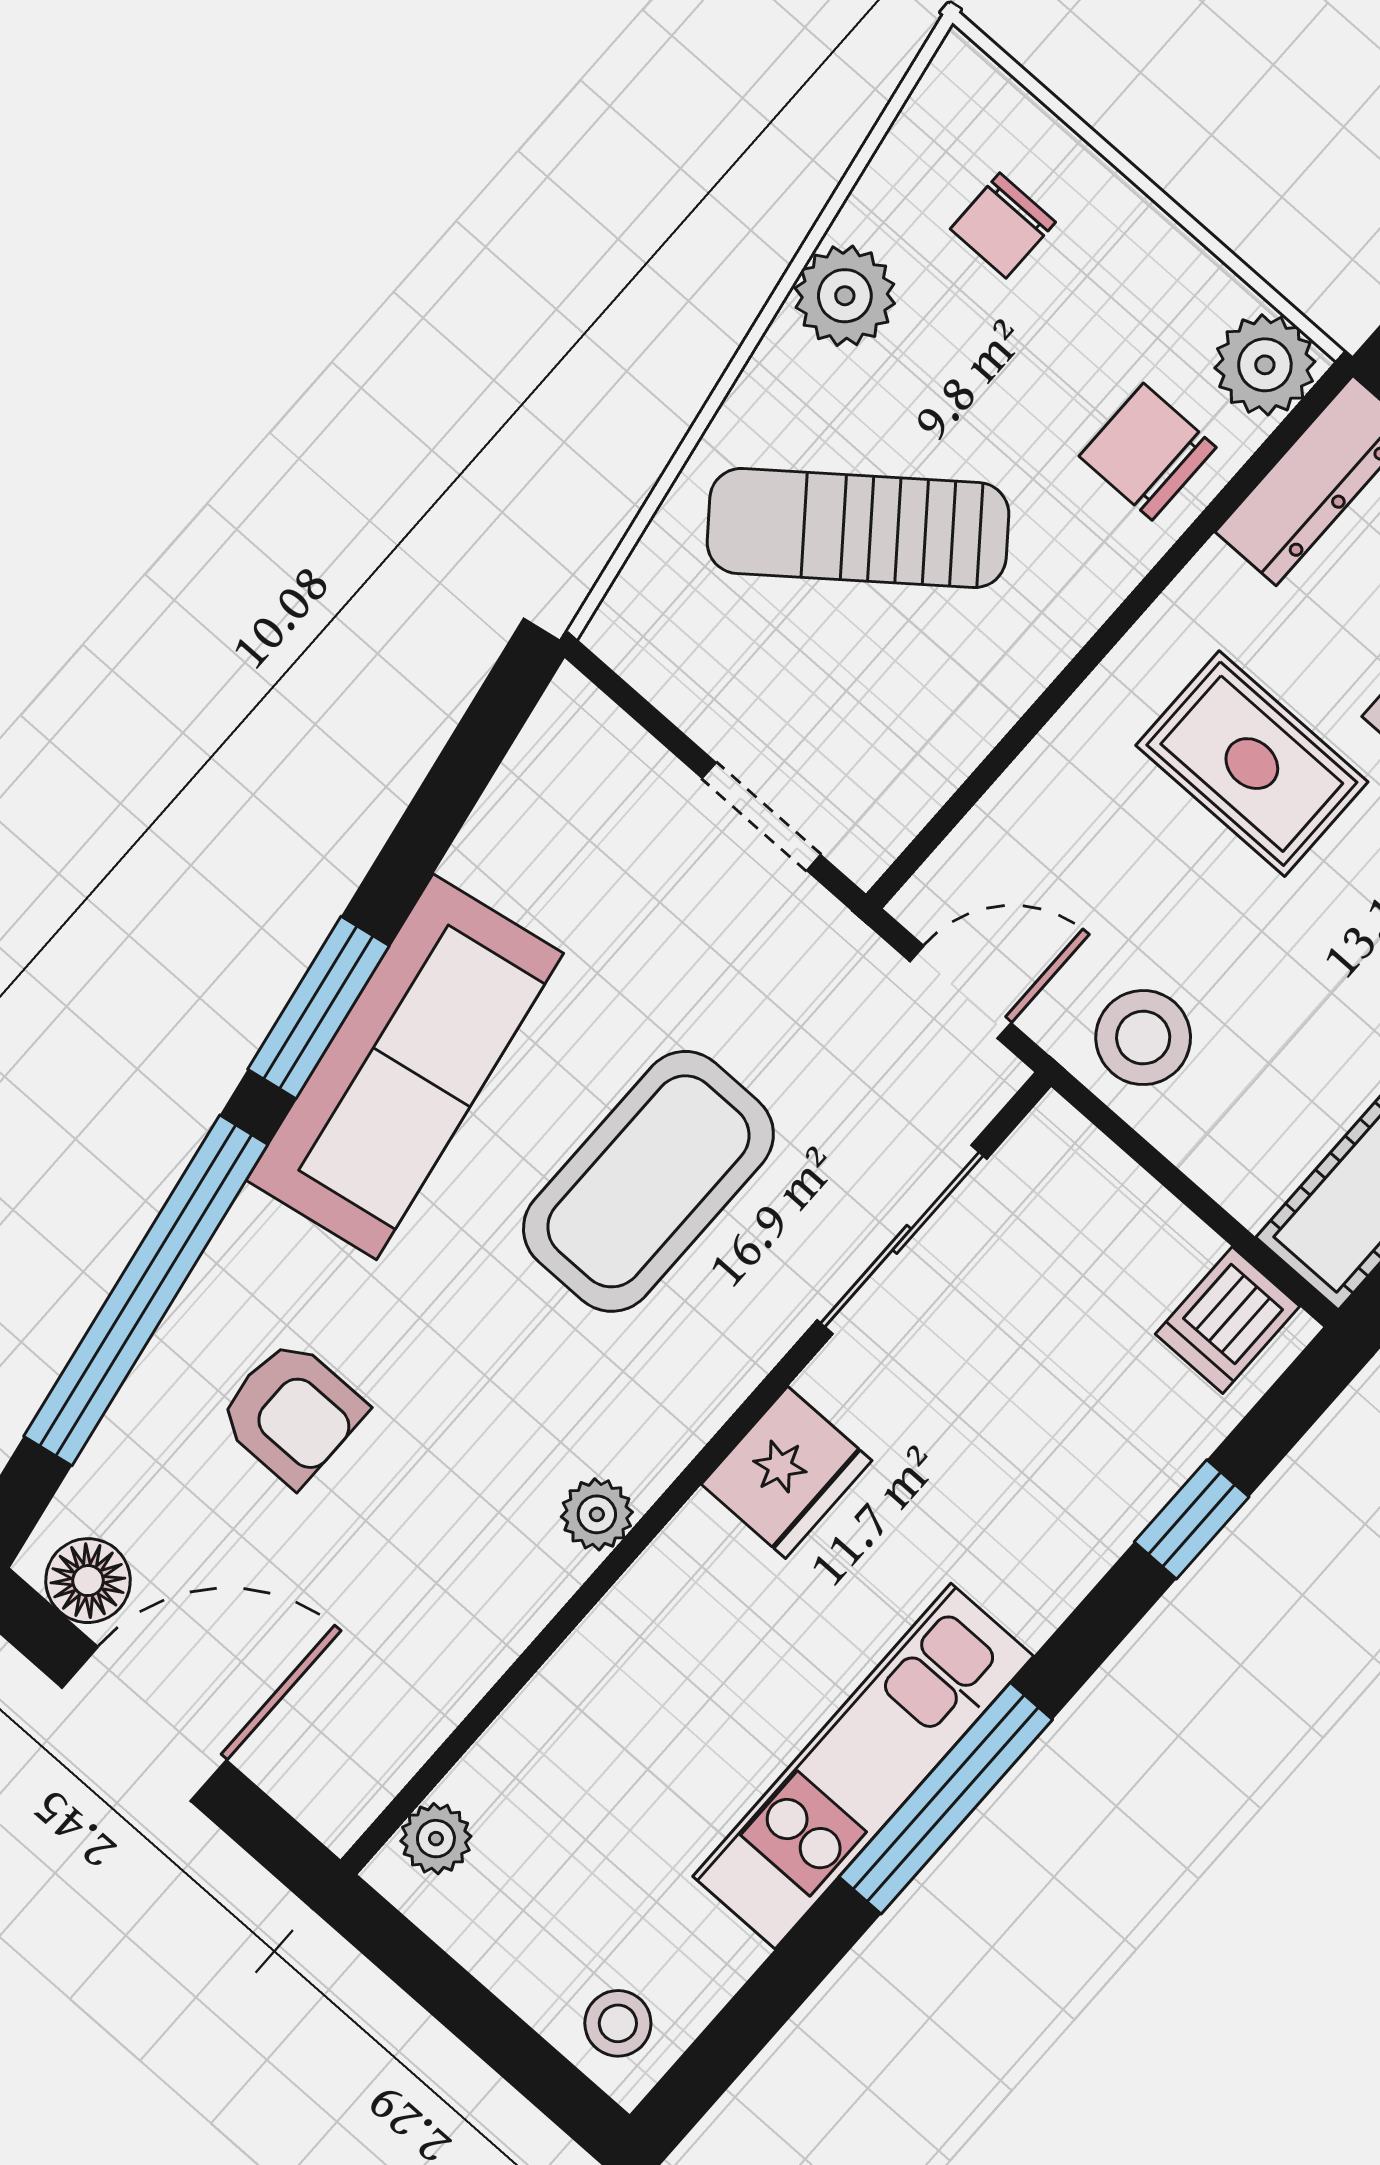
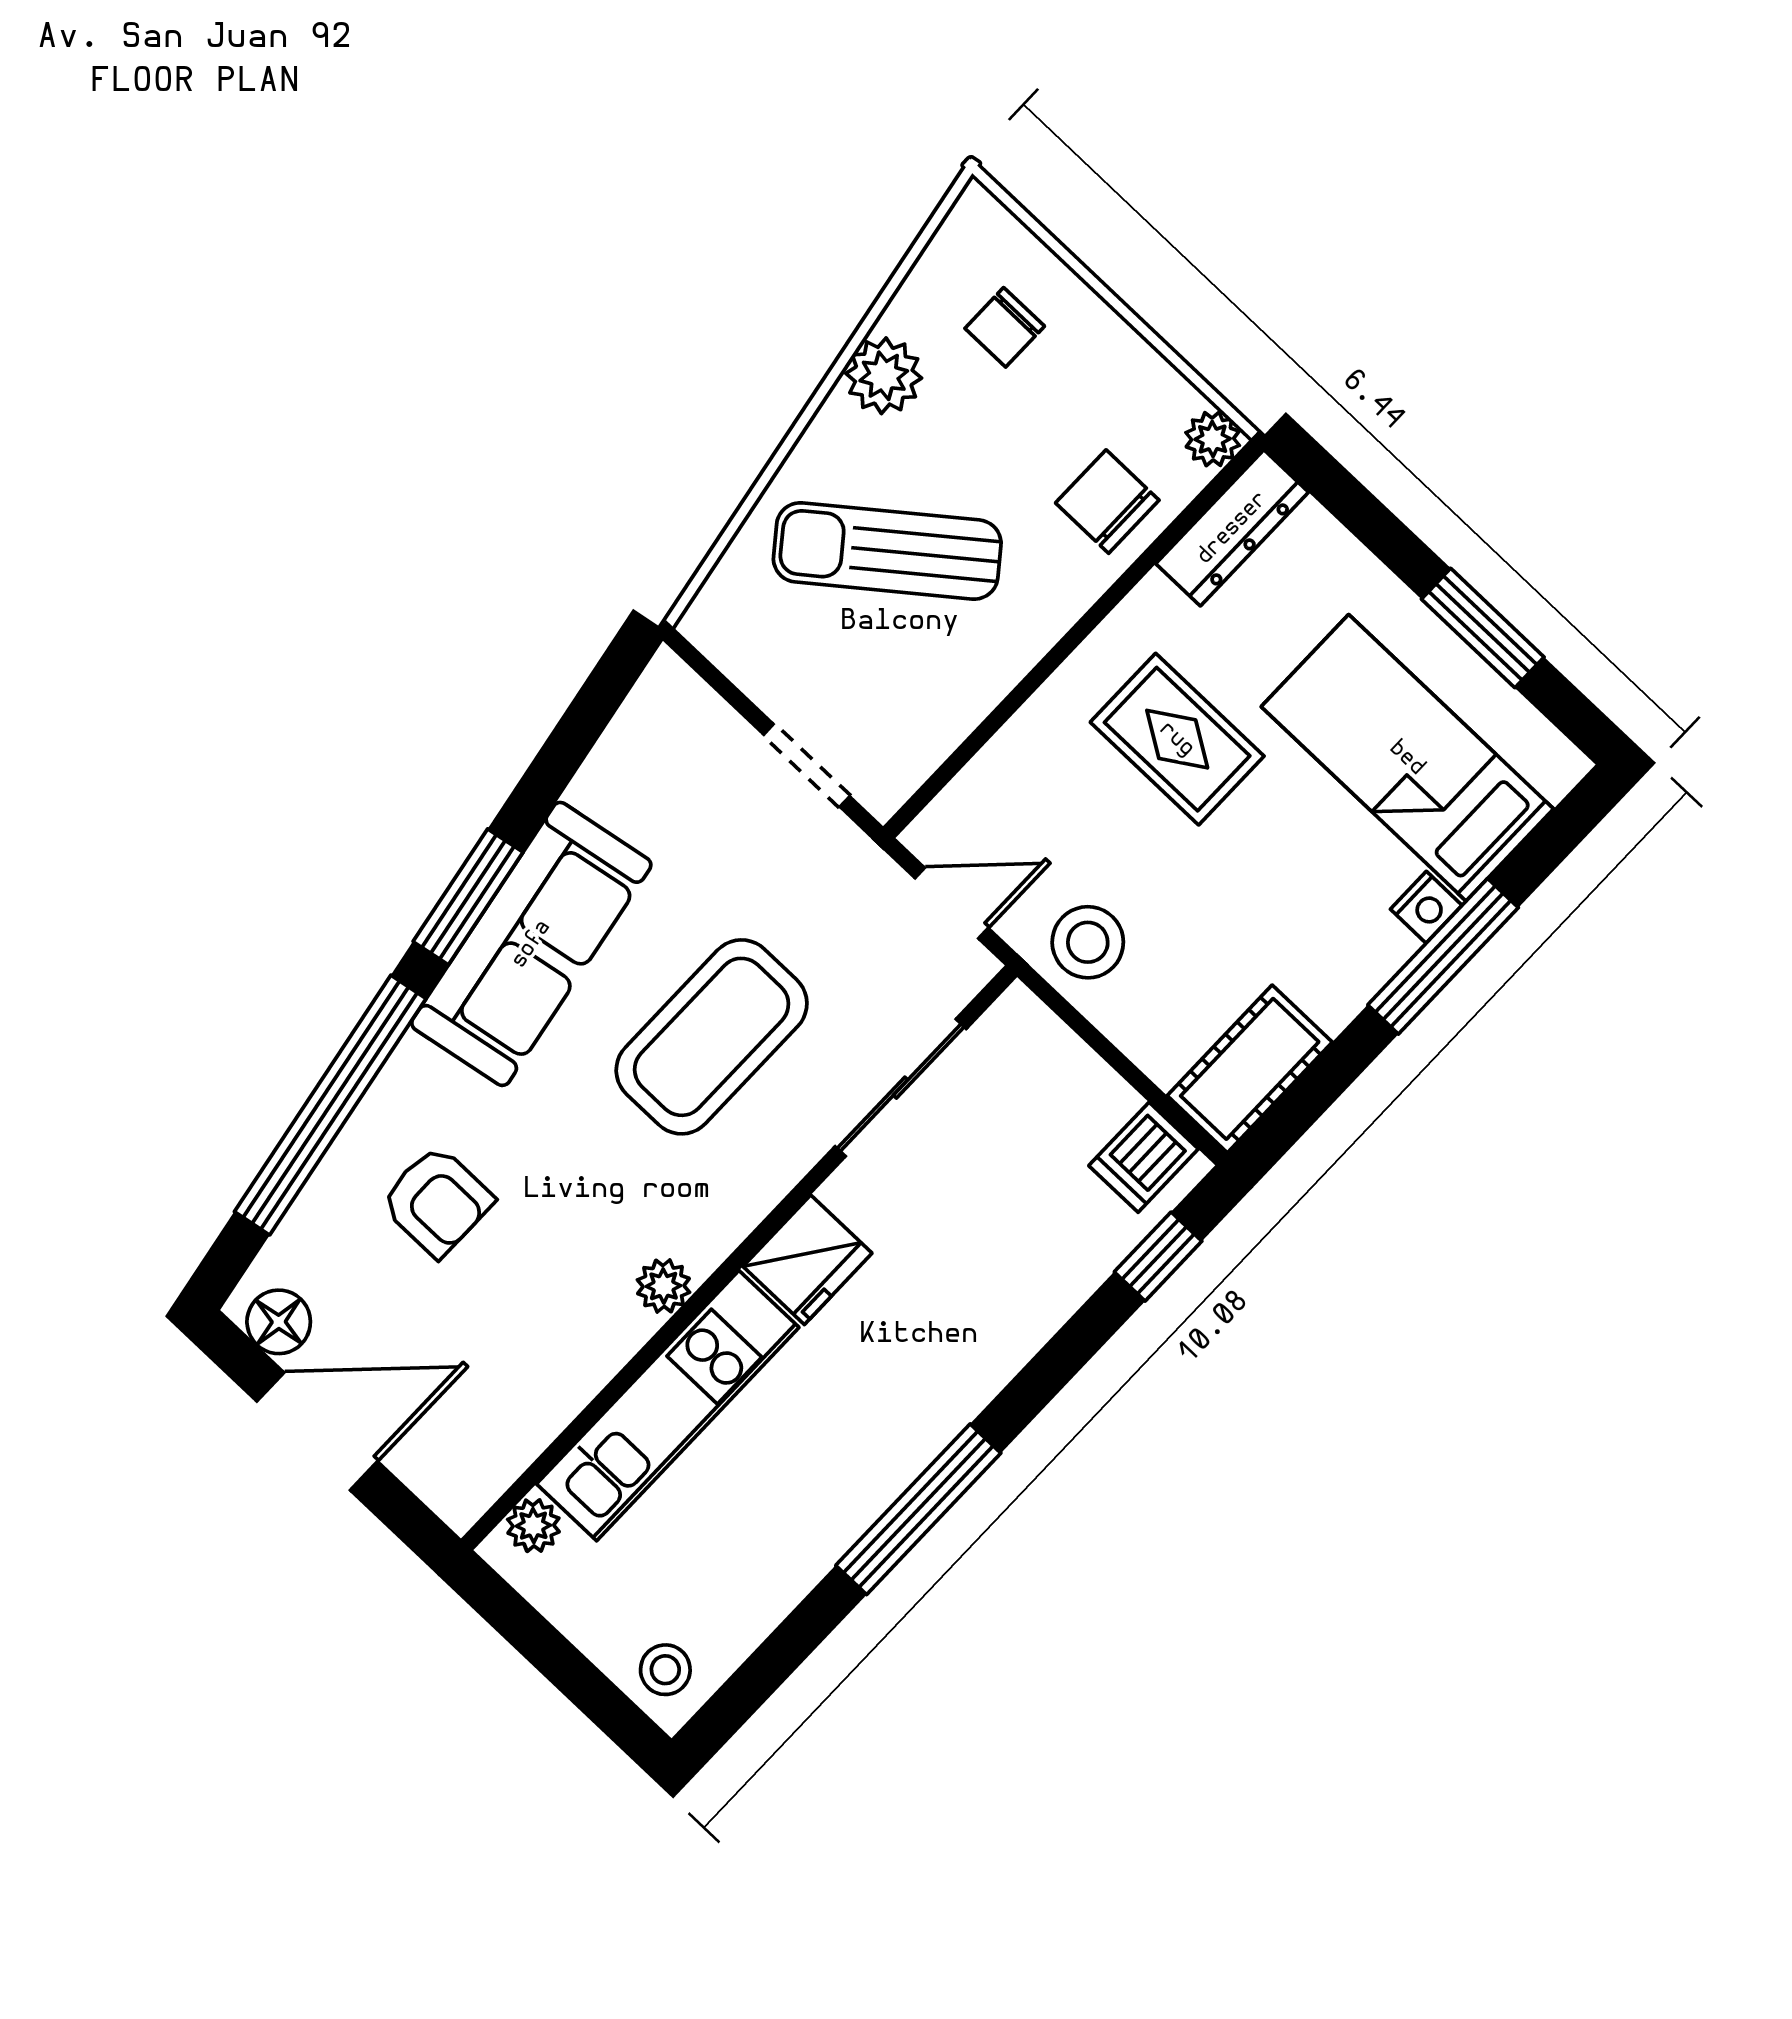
plant: (1265, 365) -> (1213, 439), width x0.73, depth x0.73
window: (1192, 1519) -> (1158, 1257), moved
kitchen unit: (863, 1766) -> (668, 1406), moved, turned 180

